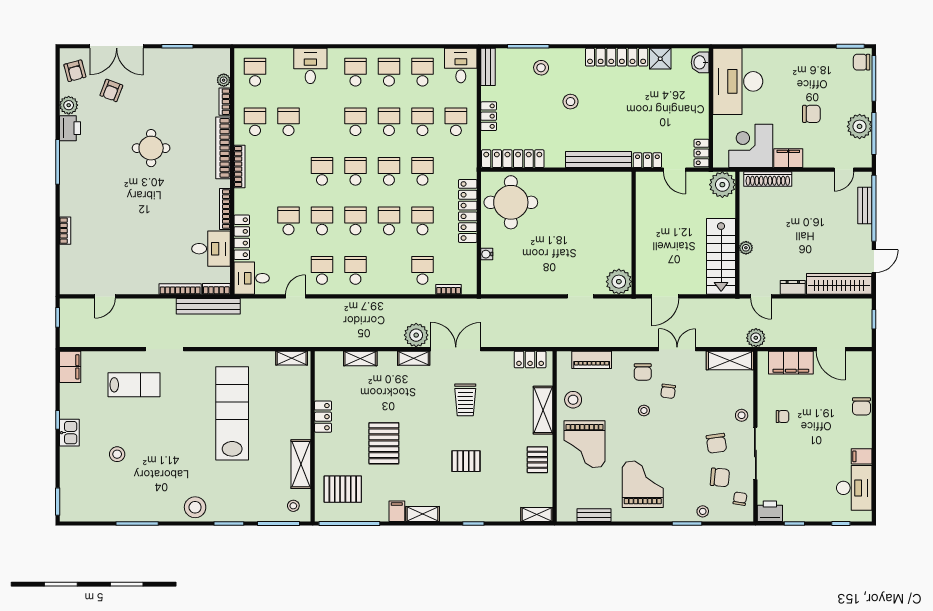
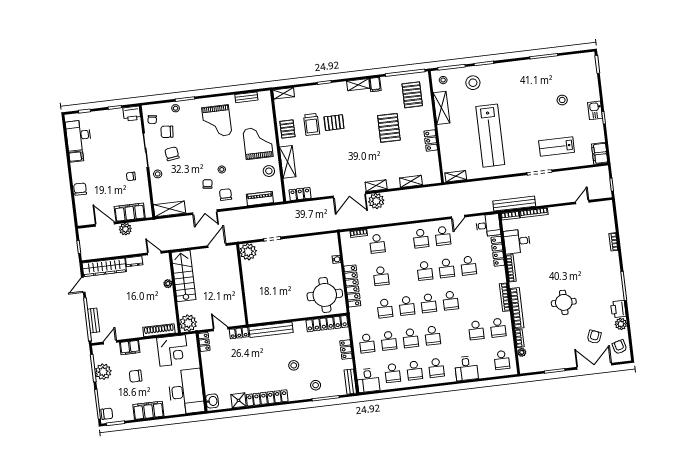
filing cabinet: (798, 60) -> (148, 410), added
filing cabinet: (788, 158) -> (130, 348), moved
school desk: (389, 221) -> (403, 273), removed
plant: (756, 338) -> (125, 229), moved
trolley: (465, 400) -> (312, 124), moved, turned 180
pallet: (343, 489) -> (412, 95), turned 90
stool: (195, 507) -> (473, 83), moved

